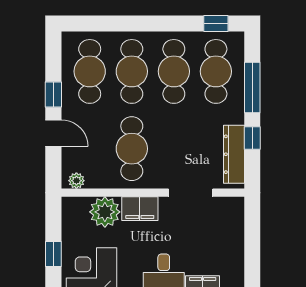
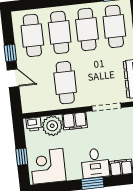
plant: (76, 181) -> (32, 107), removed
printer: (77, 207) -> (34, 124), added

